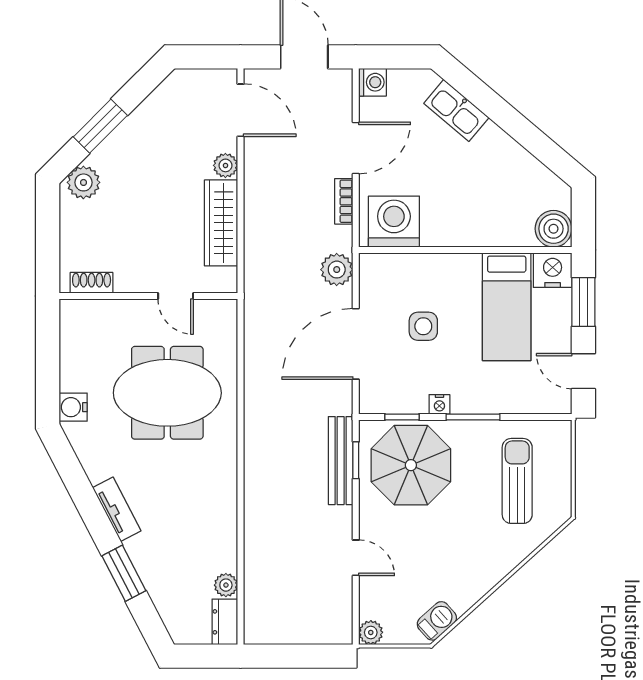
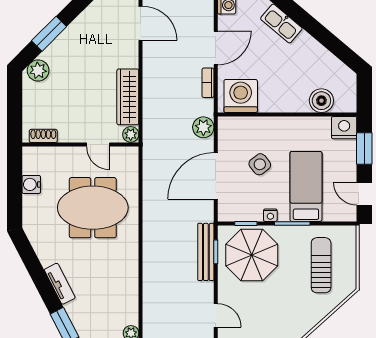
plant: (225, 165) -> (131, 134), moved
boiler: (554, 229) -> (321, 101), moved
bed: (507, 307) -> (306, 186), moved, turned 180
side table: (423, 326) -> (260, 164), turned -38
water cooler: (73, 407) -> (31, 184), moved

